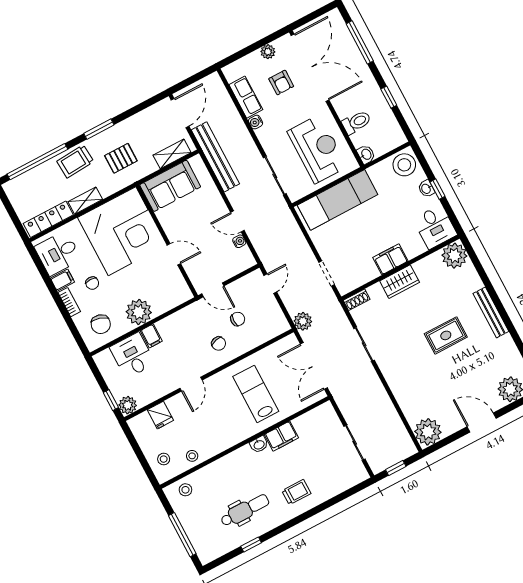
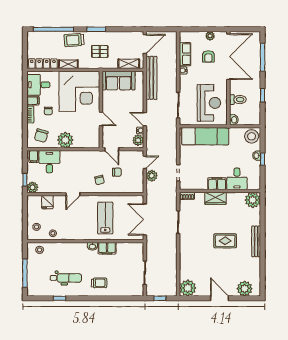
desk: (435, 227) -> (237, 179), moved
plant: (244, 257) -> (138, 140), added
plant: (303, 321) -> (152, 176), moved
filing cabinet: (151, 336) -> (34, 157), moved

